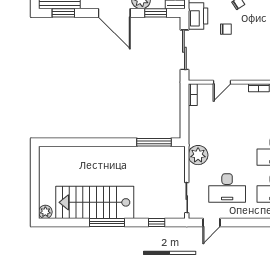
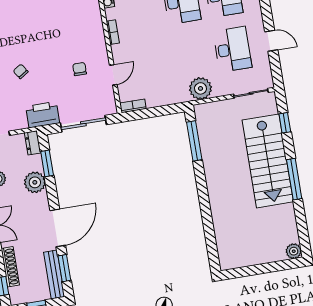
door: (114, 13) -> (58, 228), moved
chair: (226, 29) -> (80, 69), moved
door: (222, 82) -> (113, 75), hinge flipped
stairs: (95, 202) -> (268, 161), moved
door: (211, 222) -> (271, 41), moved

